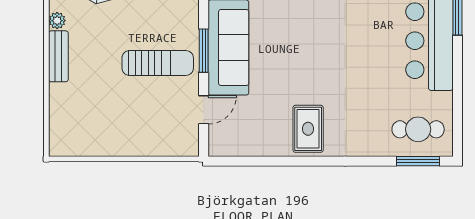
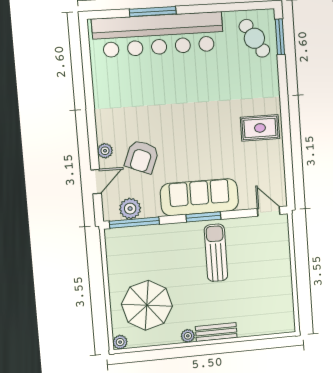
door: (204, 110) -> (269, 211), moved
cafe table: (418, 129) -> (254, 38), turned -31

